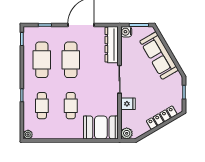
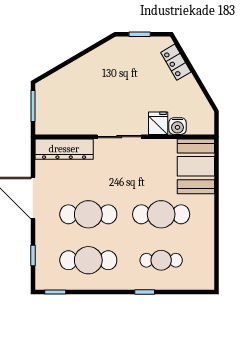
water cooler: (126, 32) -> (177, 126), moved
sofa: (159, 56) -> (81, 74), removed
cafe table: (71, 106) -> (161, 214), width x1.37, depth x1.35
locker: (162, 118) -> (176, 62), width x0.66
plant: (127, 133) -> (205, 125), removed
plant: (28, 135) -> (207, 283), removed

